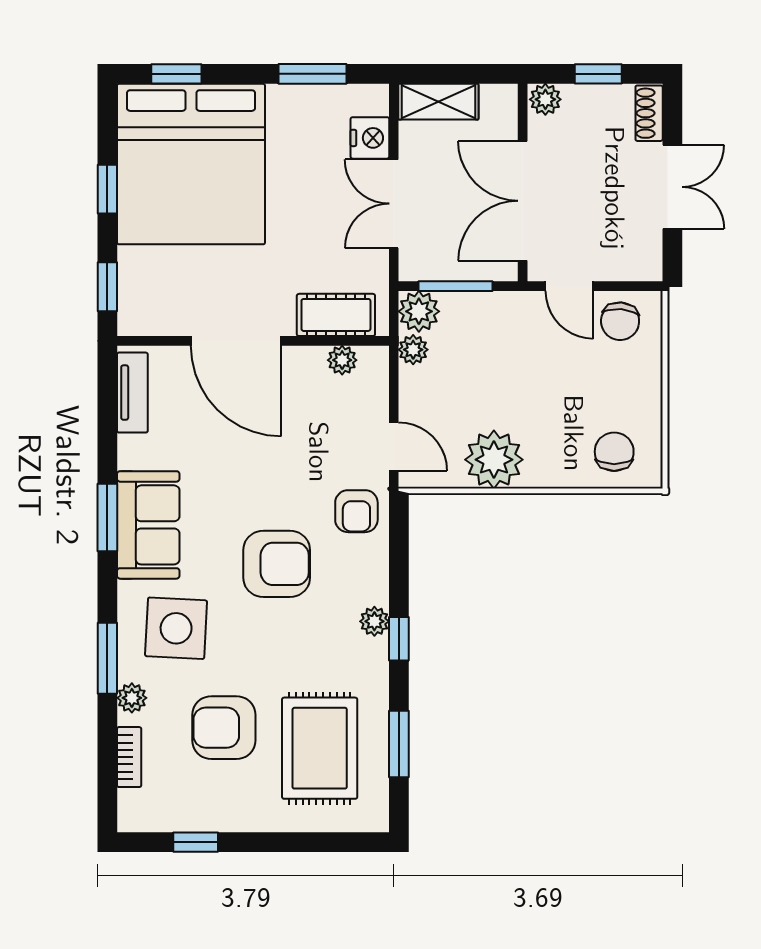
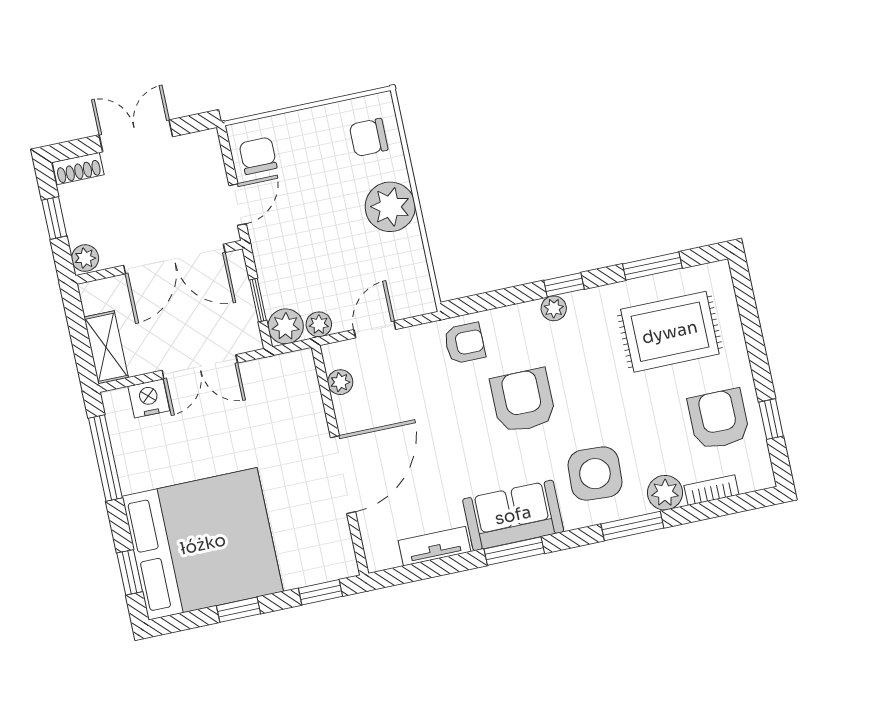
window: (313, 74) -> (105, 458), width x1.44
window: (456, 286) -> (258, 300), width x0.67
cot: (336, 315) -> (303, 395), removed
chair: (620, 321) -> (258, 156), turned -95
tv unit: (132, 393) -> (434, 546), moved
door: (394, 447) -> (375, 329), moved
plant: (494, 460) -> (390, 207), moved
plant: (132, 698) -> (665, 493), width x1.38, depth x1.38
armchair: (224, 728) -> (719, 419), moved, turned 180

